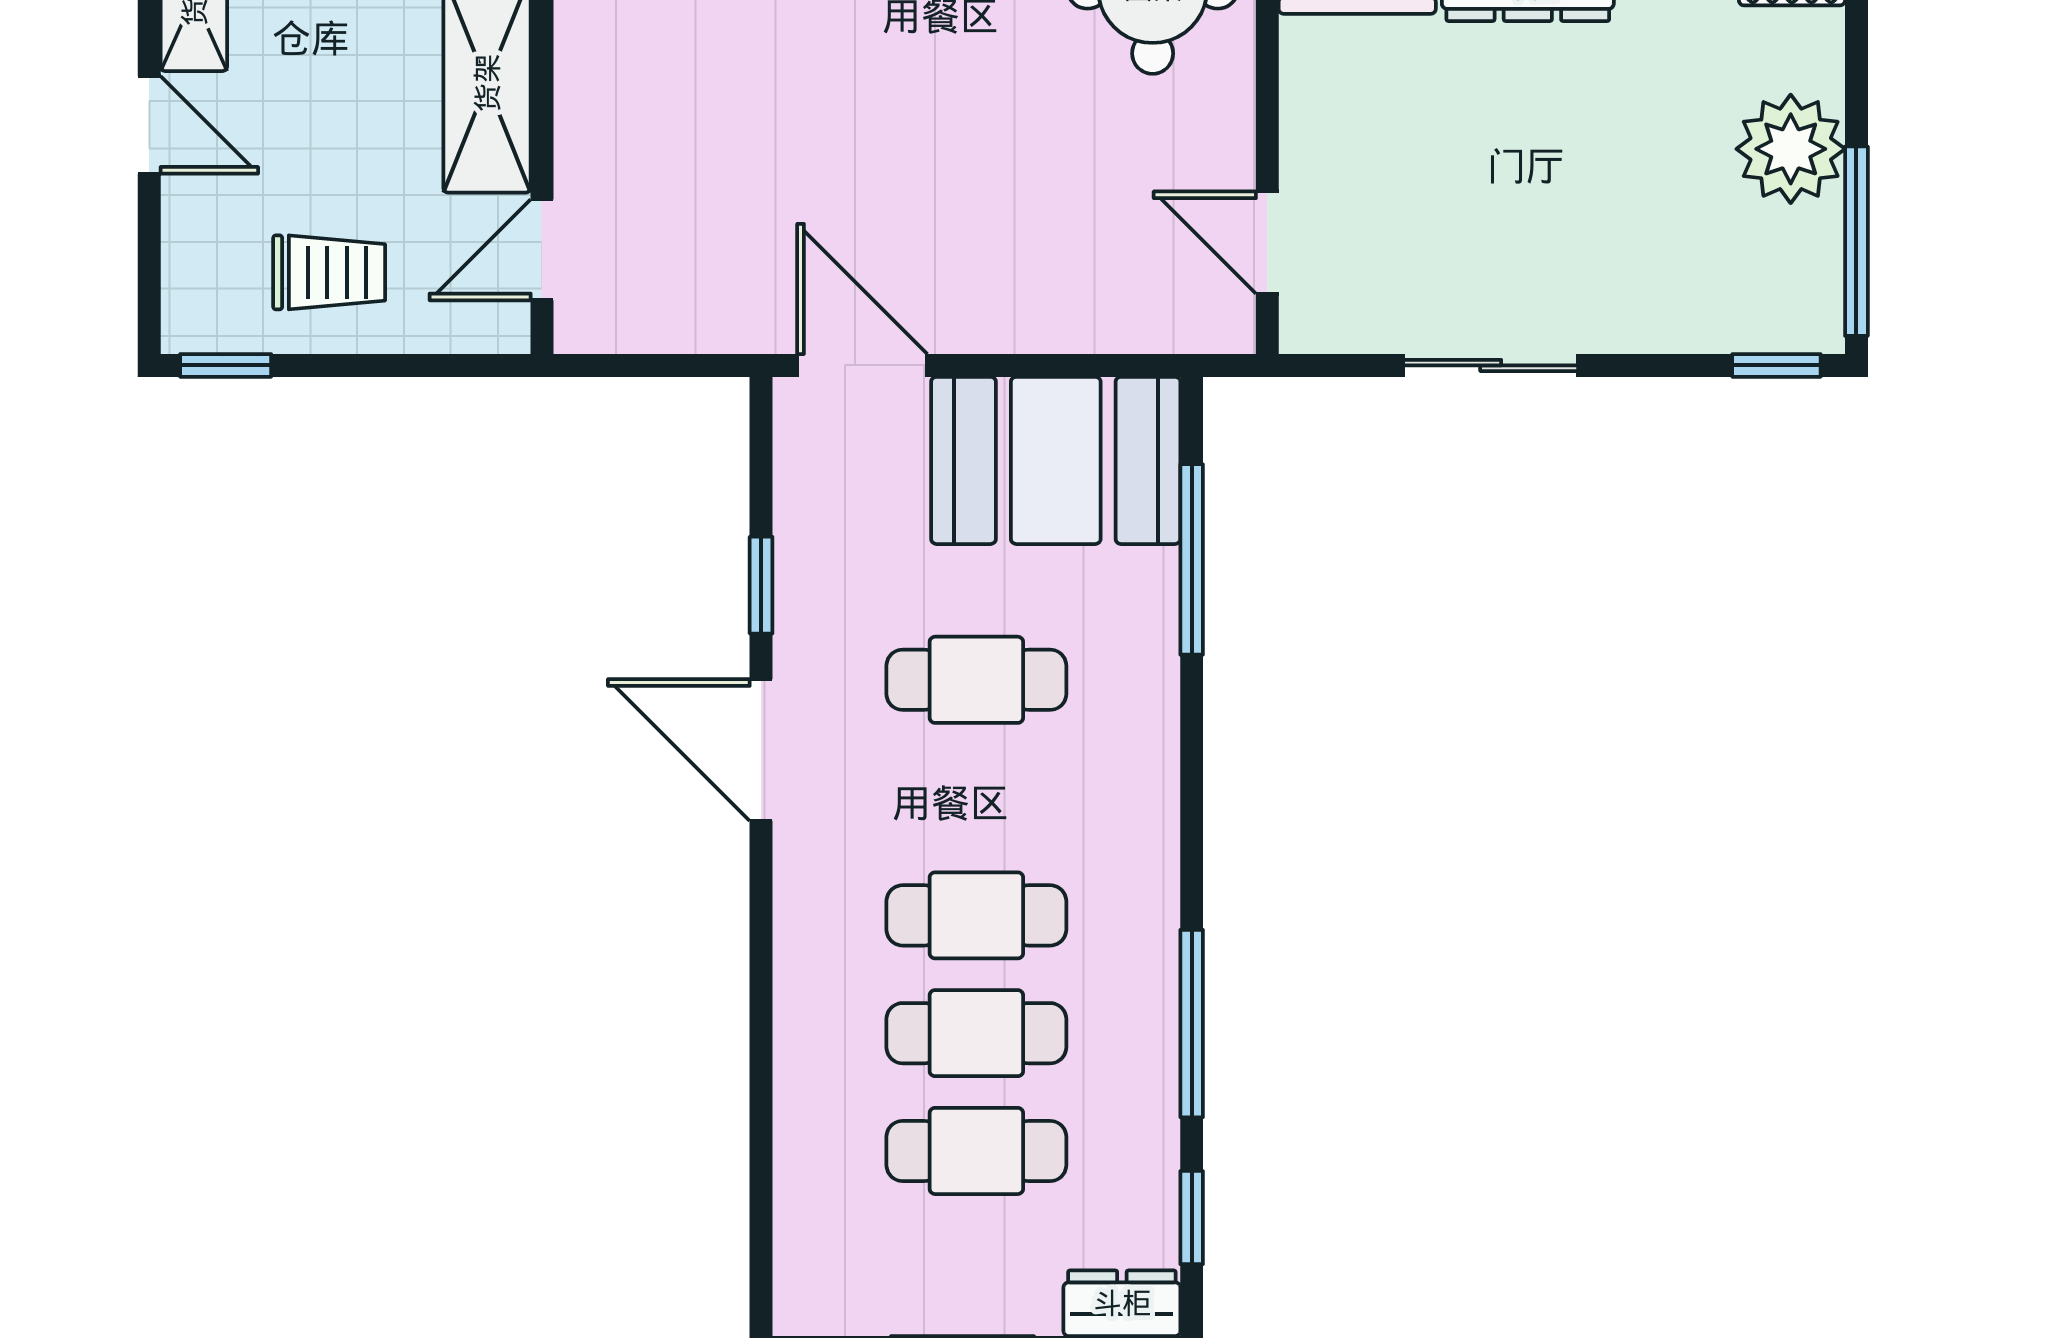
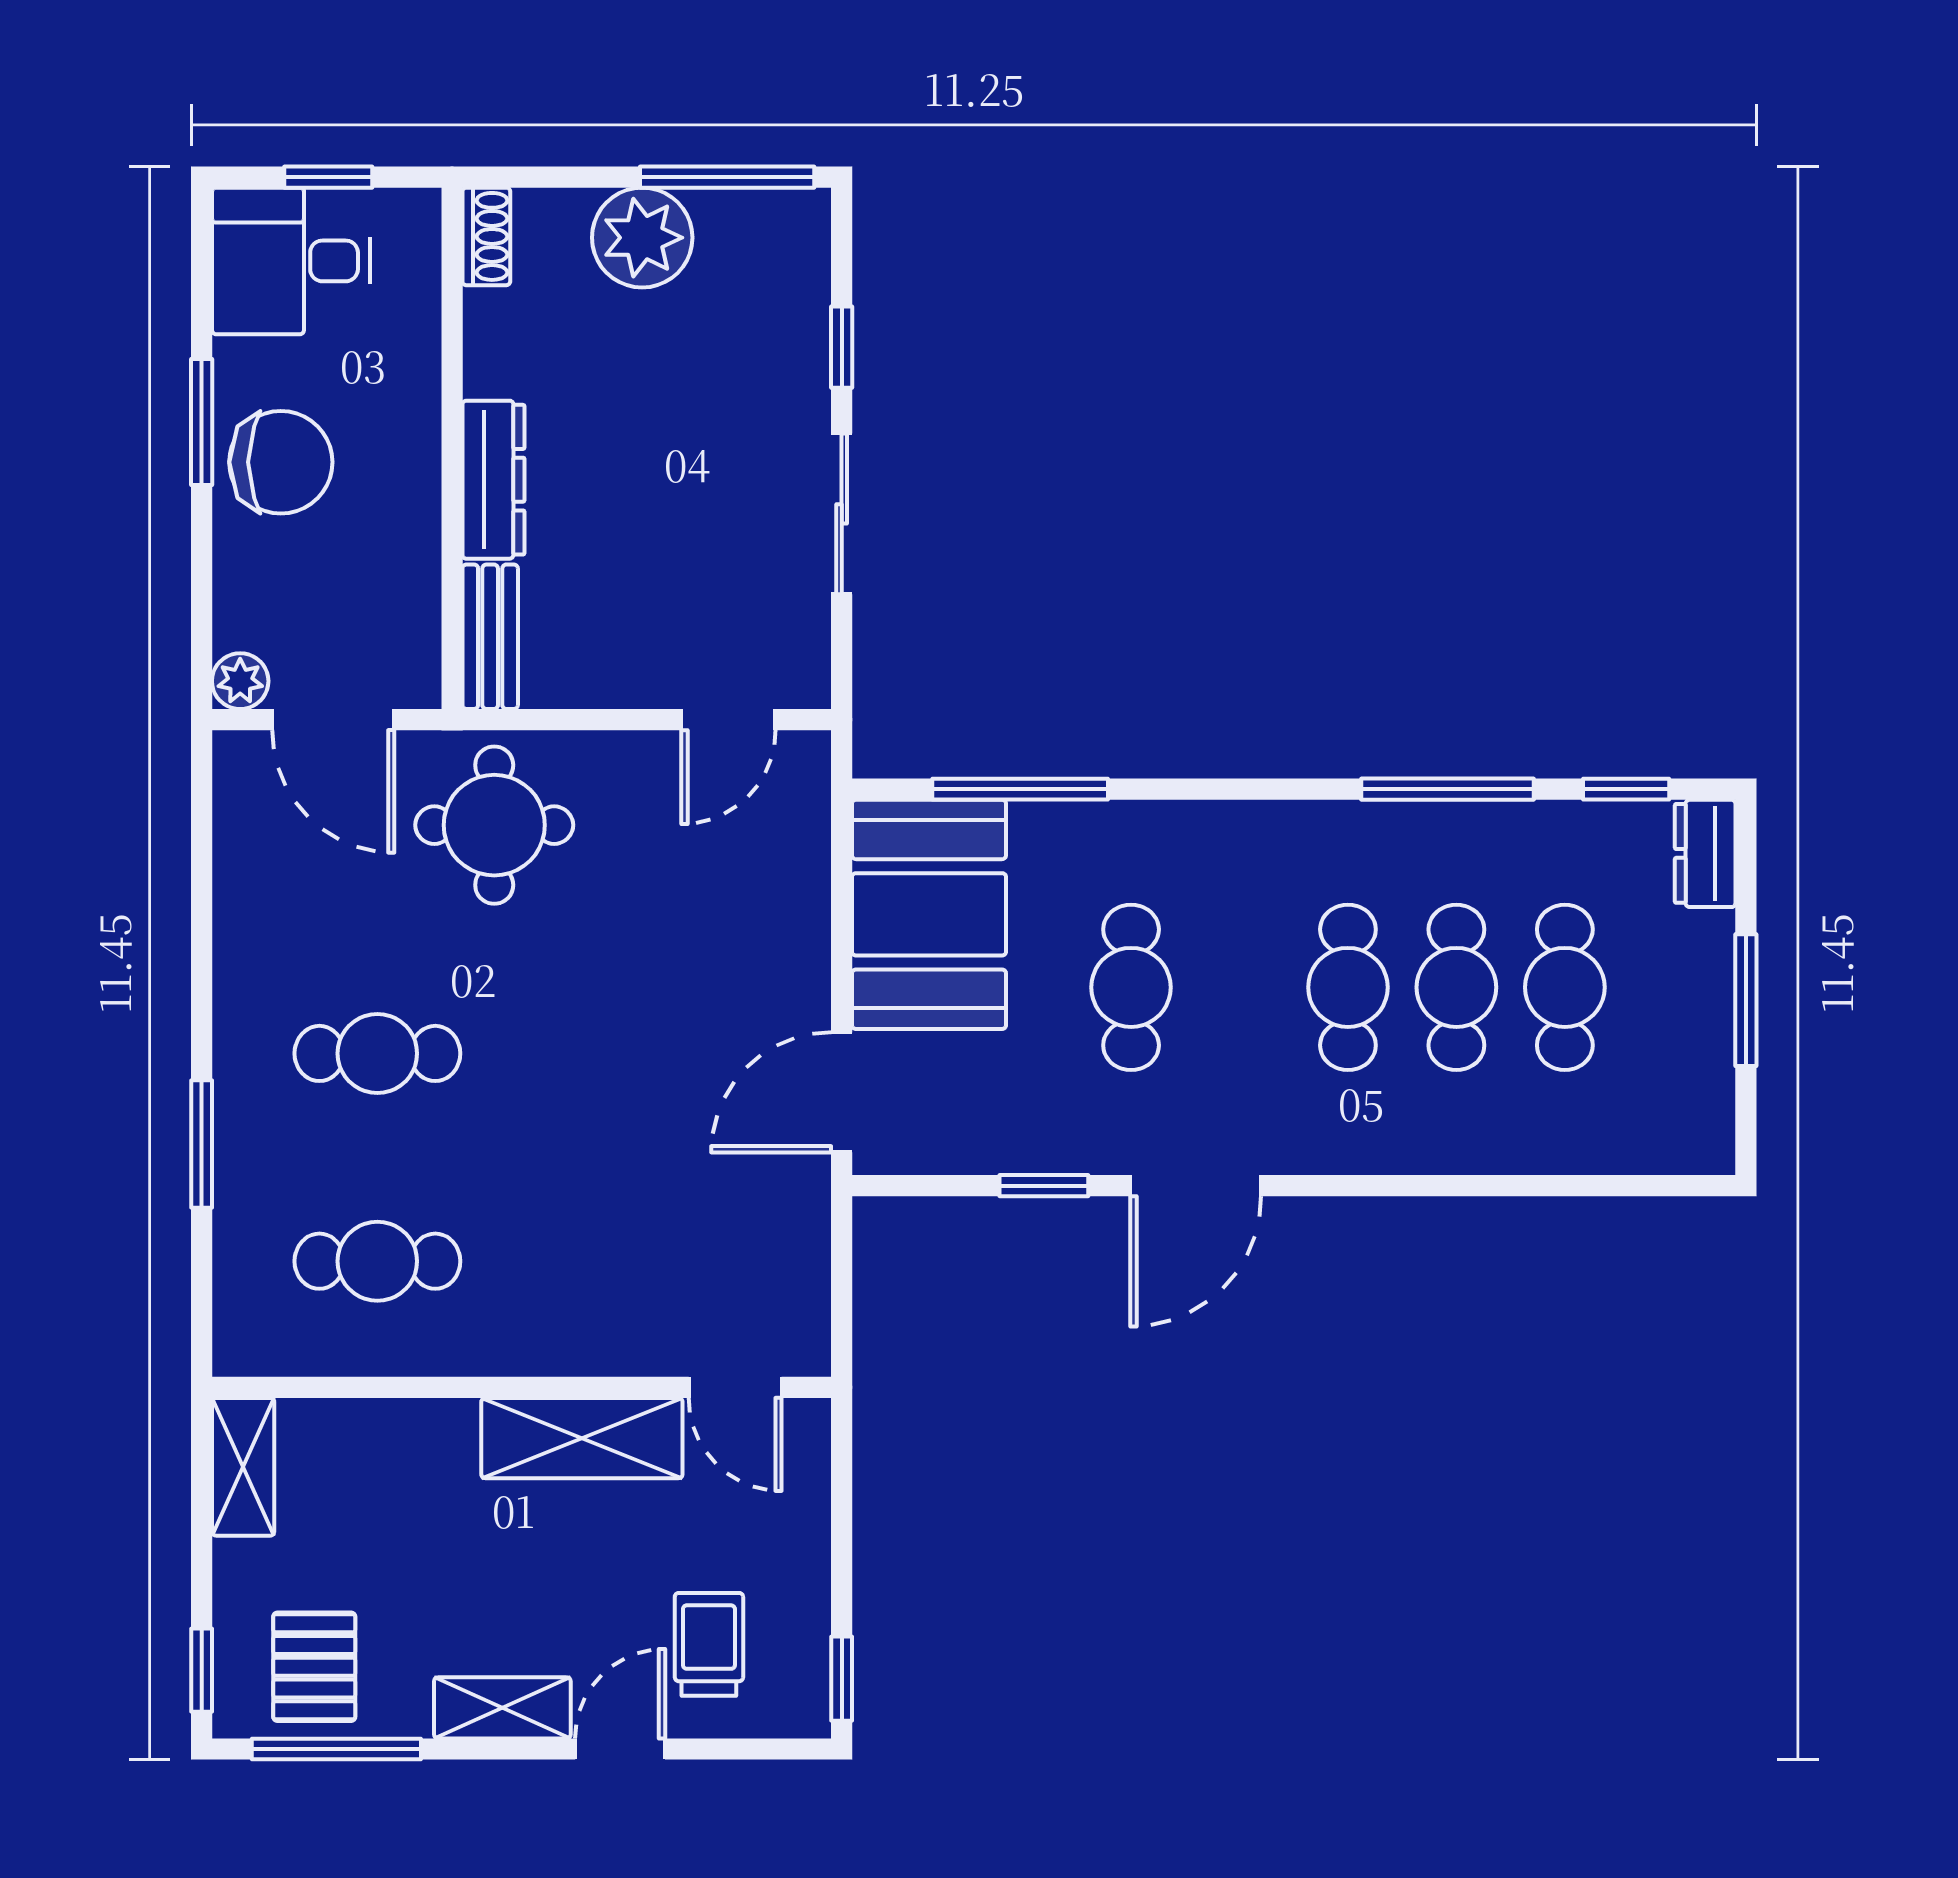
trolley: (329, 272) -> (709, 1644), moved
window: (1776, 365) -> (842, 347), moved

